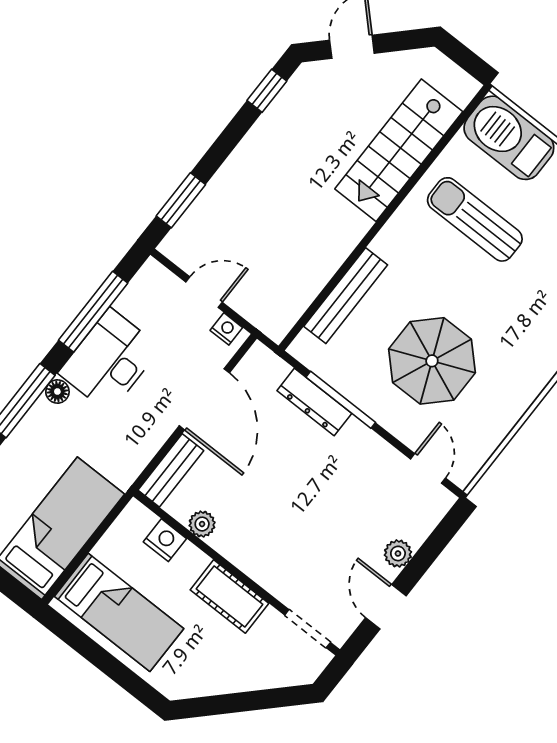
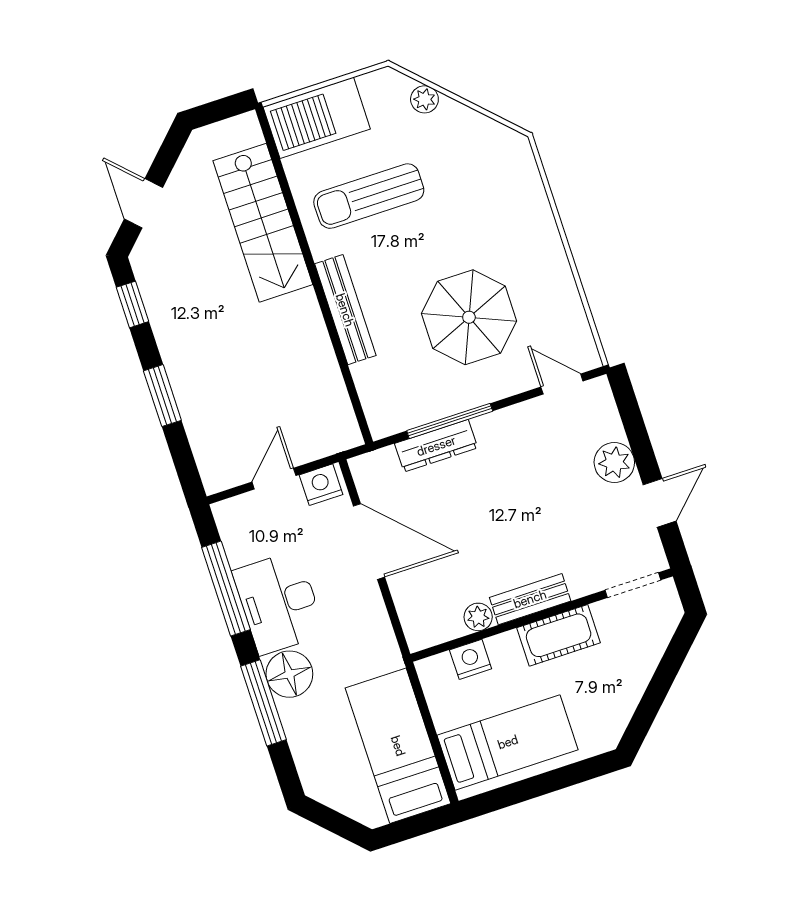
window: (181, 200) -> (162, 396), moved
bench: (346, 296) -> (345, 310), moved
nightstand: (226, 329) -> (321, 485), width x1.39, depth x1.35
floor lamp: (57, 392) -> (289, 674), width x1.89, depth x1.89
bench: (171, 470) -> (530, 599), moved, turned 90
plant: (398, 553) -> (614, 462), width x1.38, depth x1.38
door: (386, 607) -> (660, 503), swing flipped

